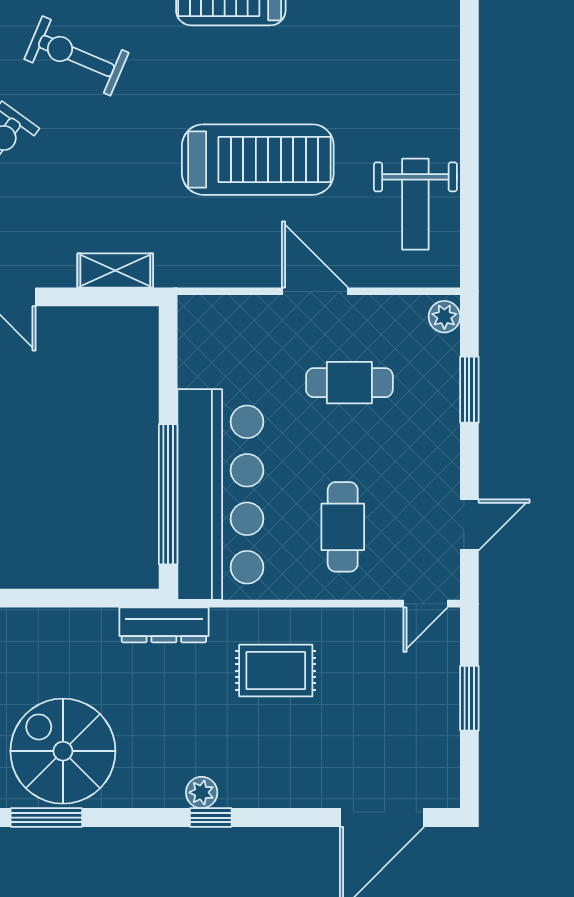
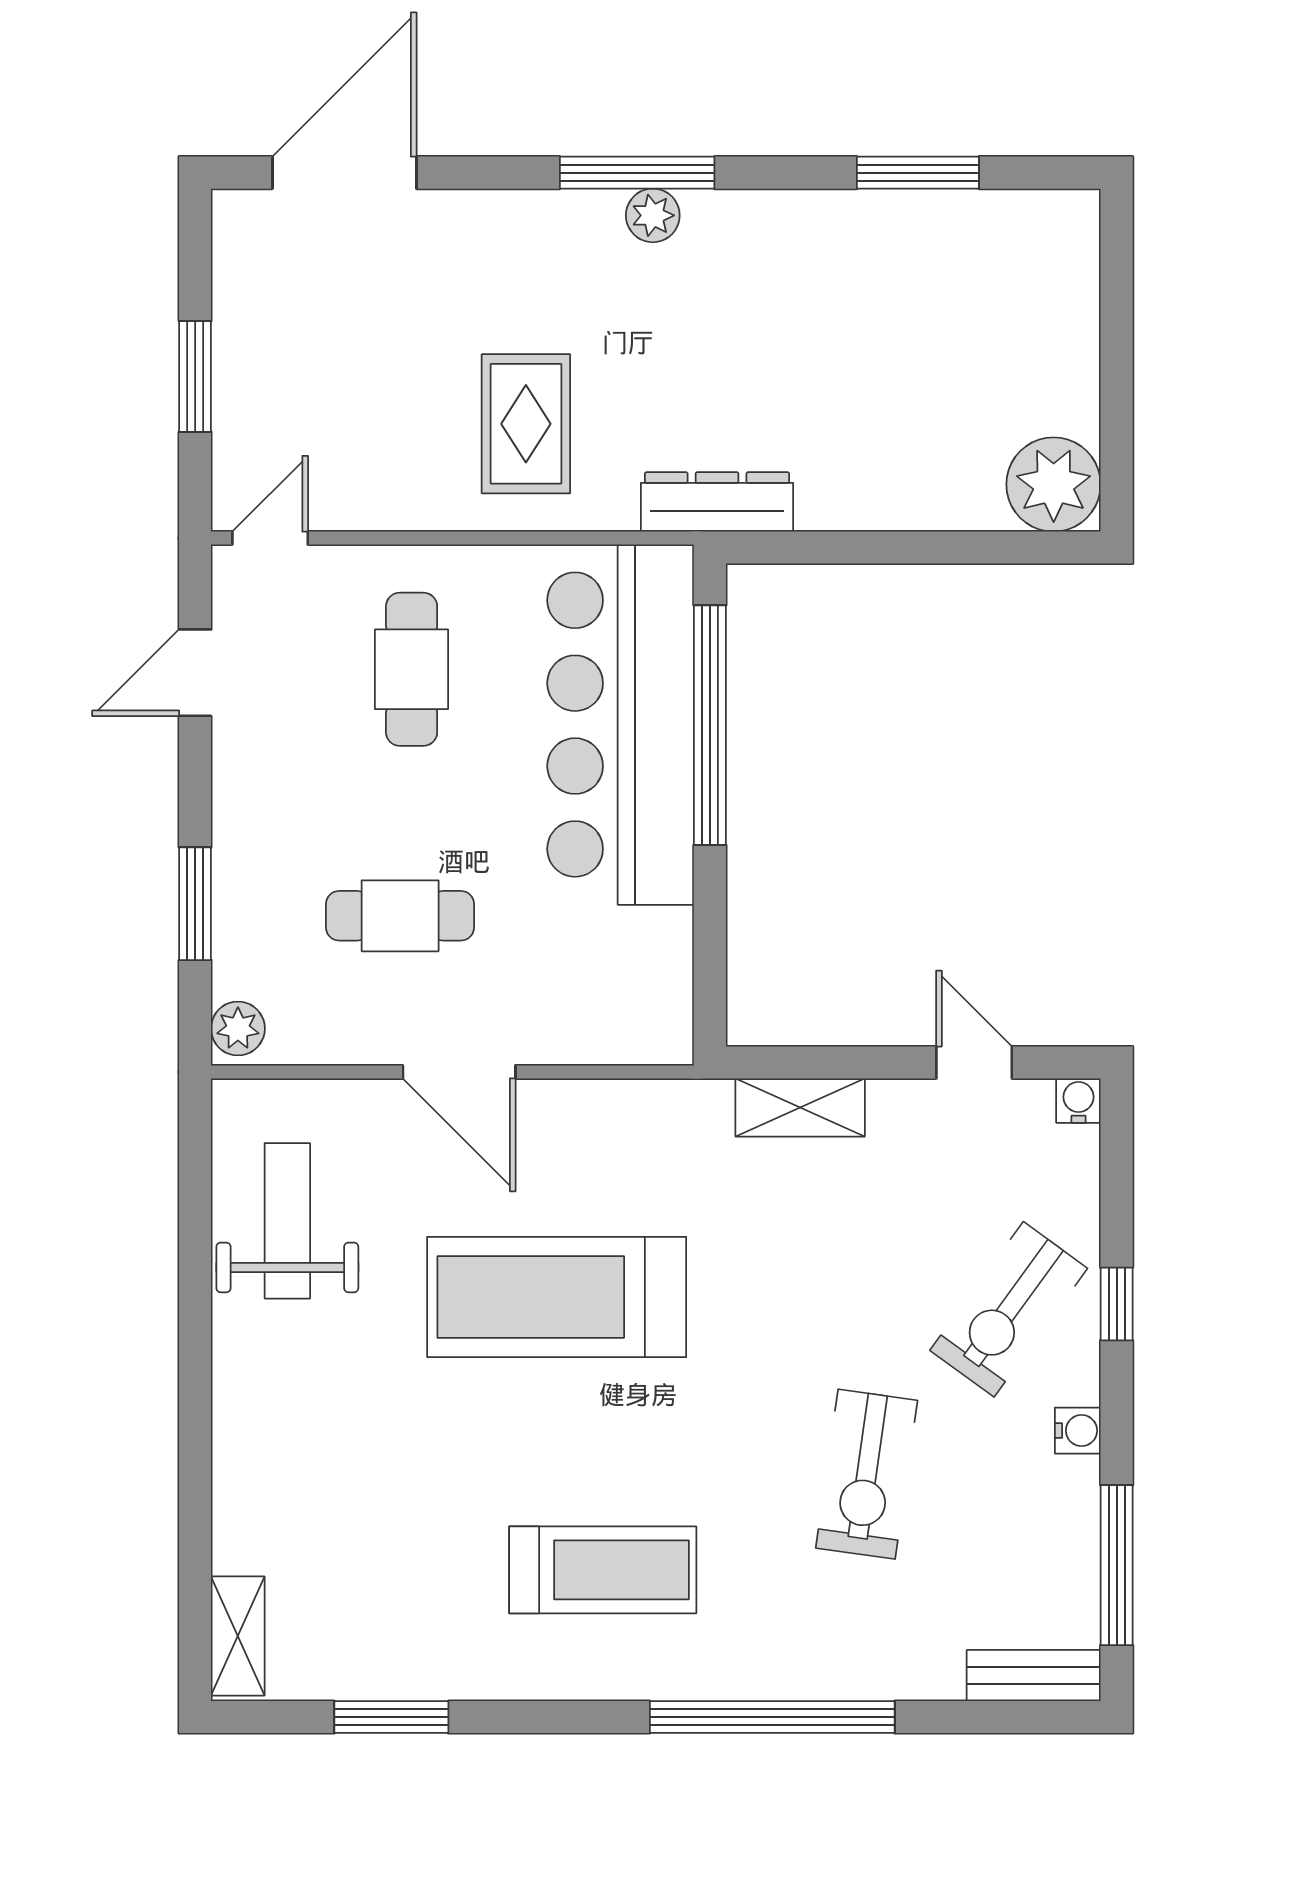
exercise bike: (76, 56) -> (867, 1474), turned 75
rug: (276, 671) -> (526, 424), turned 90
spiral stairs: (63, 751) -> (890, 286), removed
window: (211, 818) -> (637, 173), width x2.17

